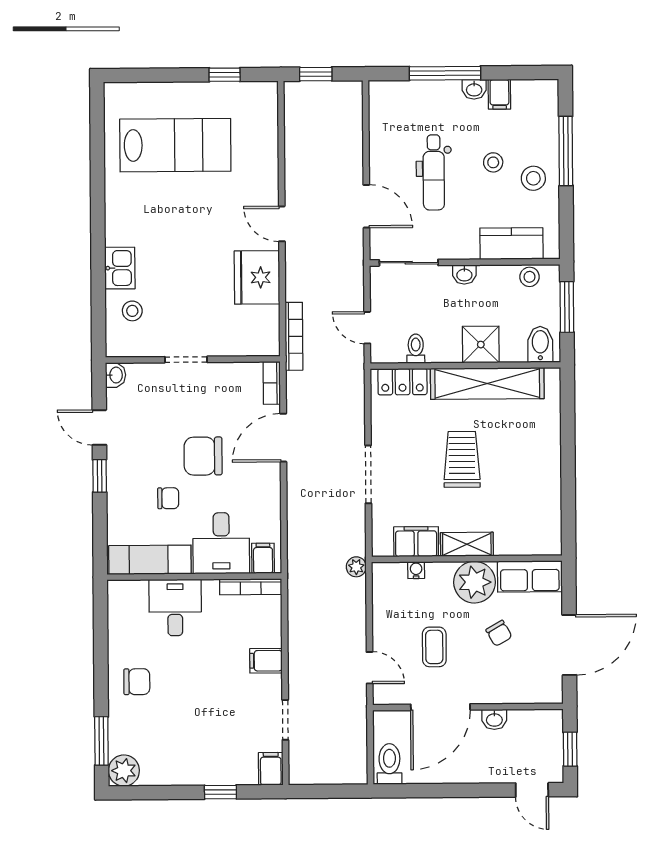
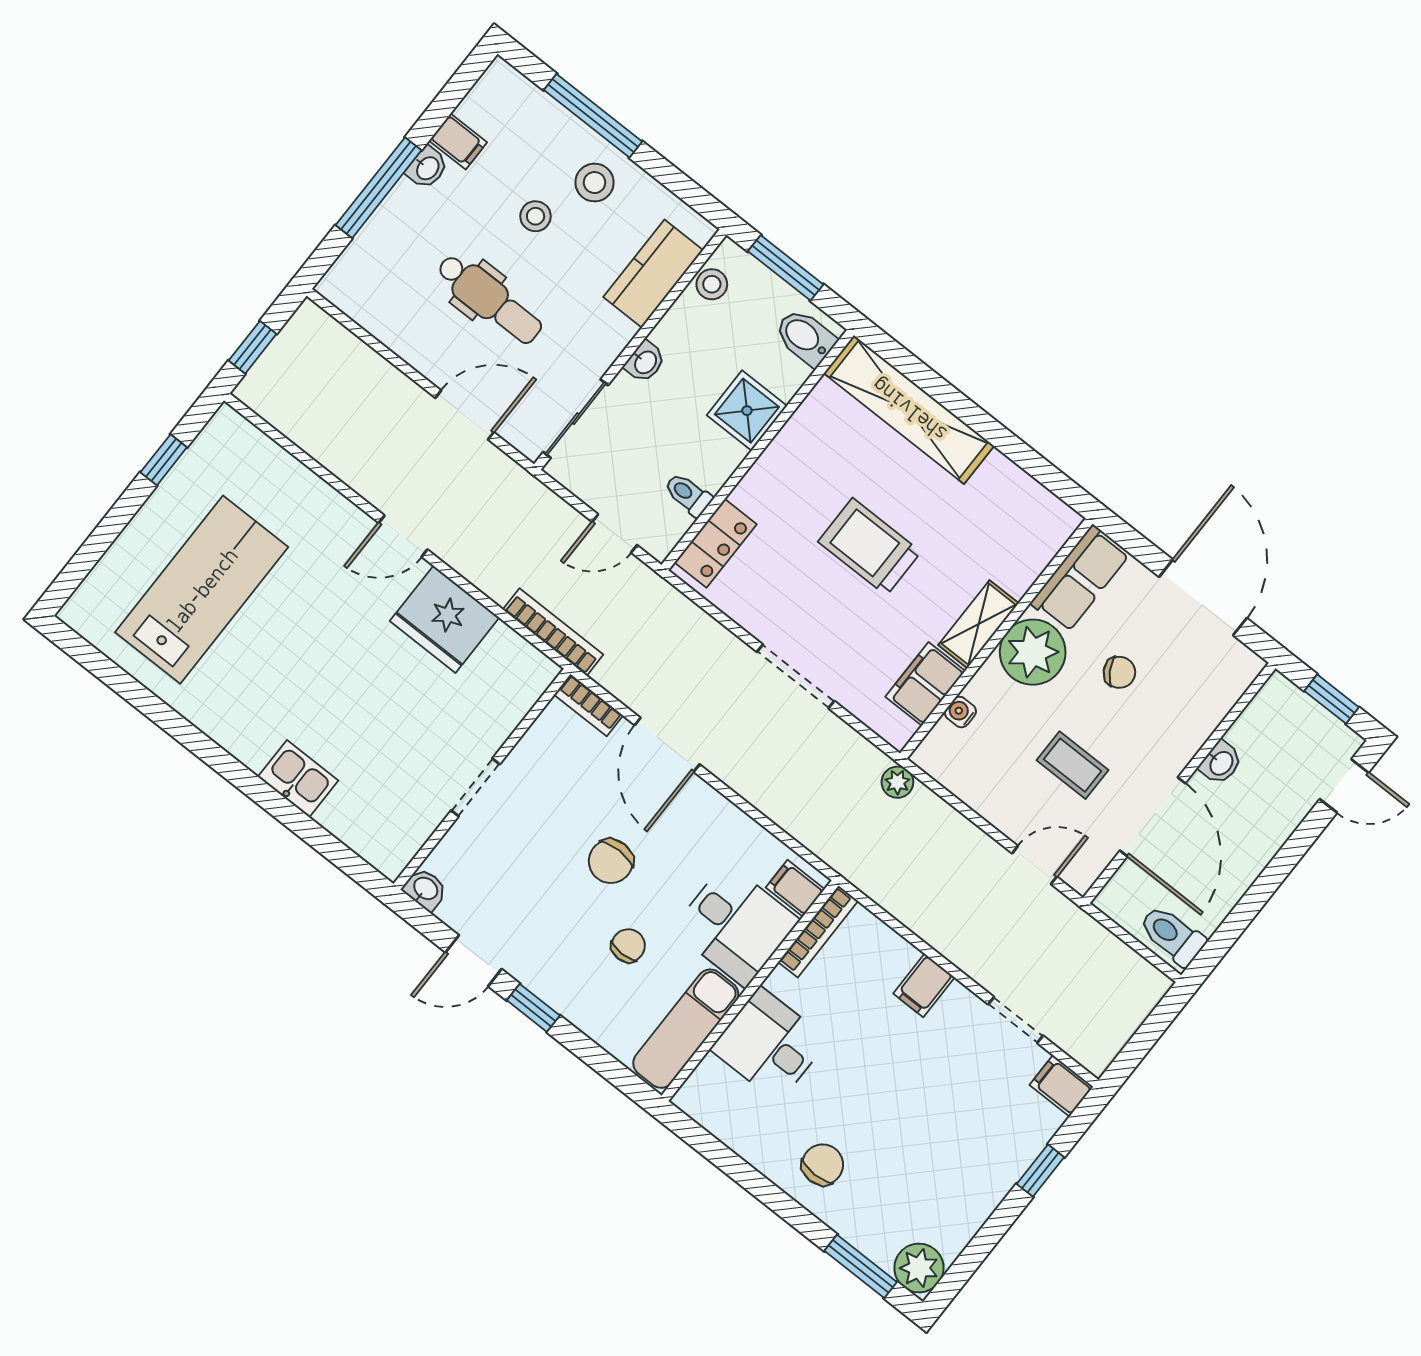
stool: (132, 311) -> (363, 805), removed
shelving: (487, 384) -> (909, 410), moved, turned 90
chair: (203, 456) -> (611, 861), width x0.73, depth x0.73

